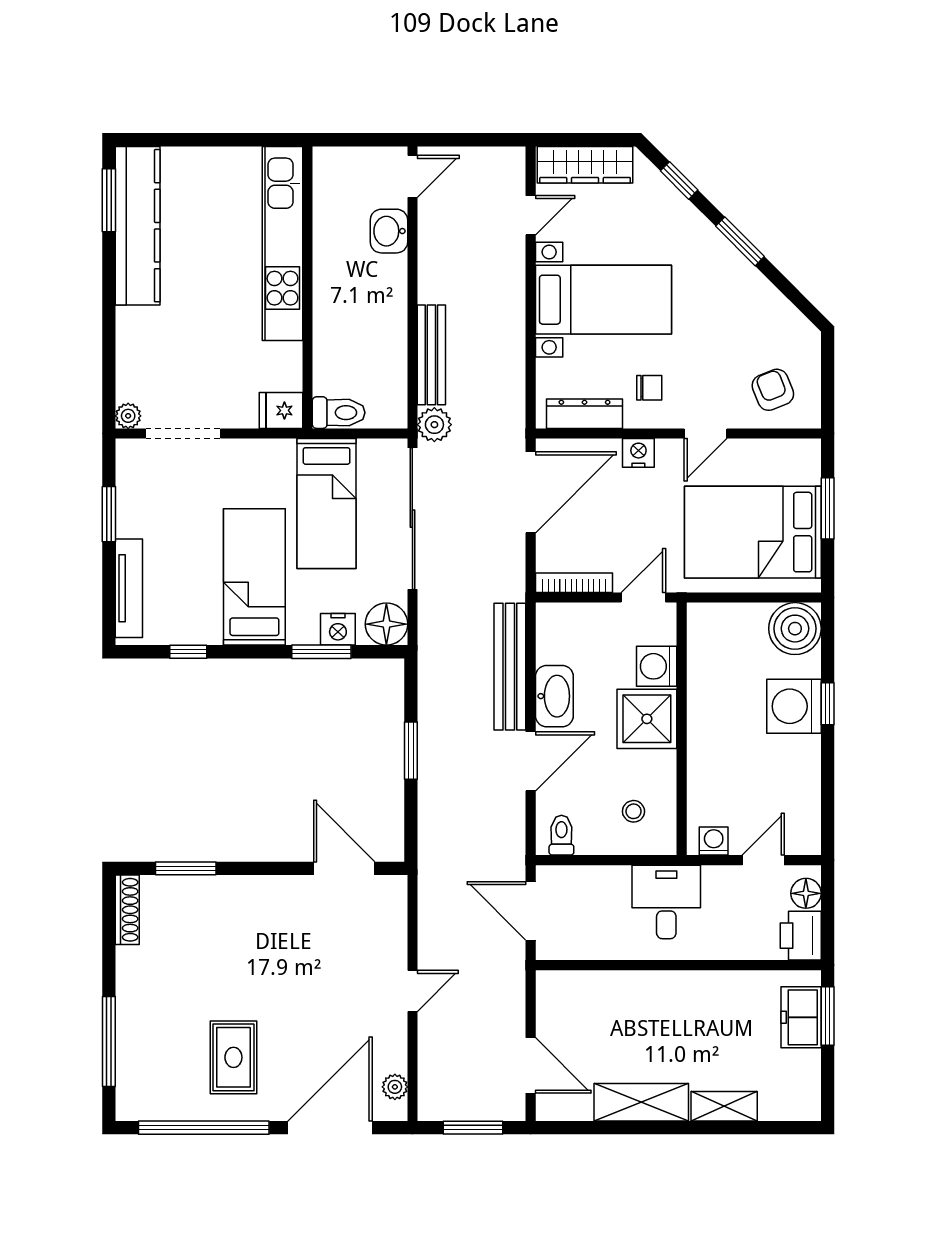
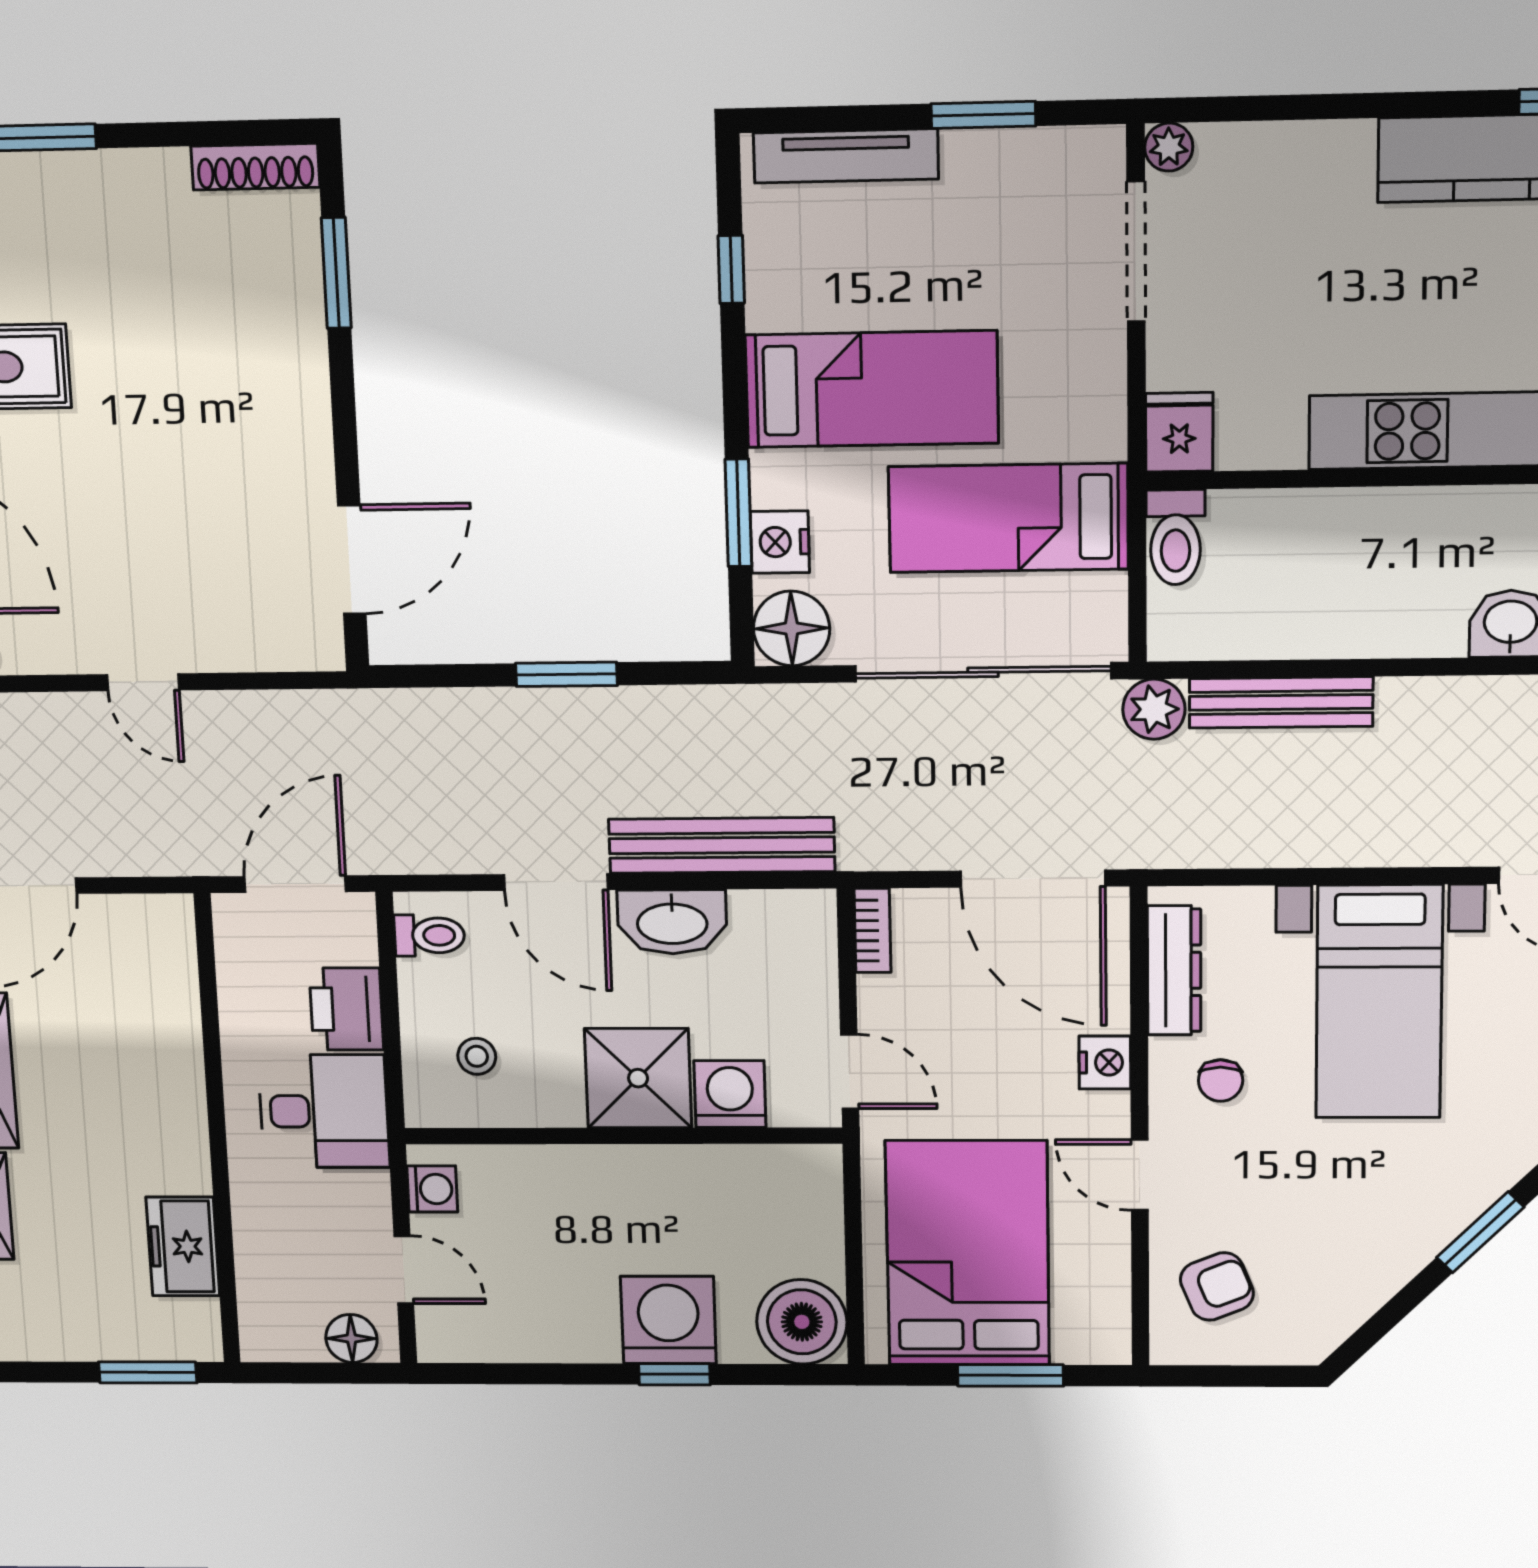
bookcase: (574, 583) -> (872, 931), width x0.64
printer: (801, 936) -> (346, 1009), moved, turned -90
freezer: (801, 1017) -> (183, 1246), moved, turned -90

